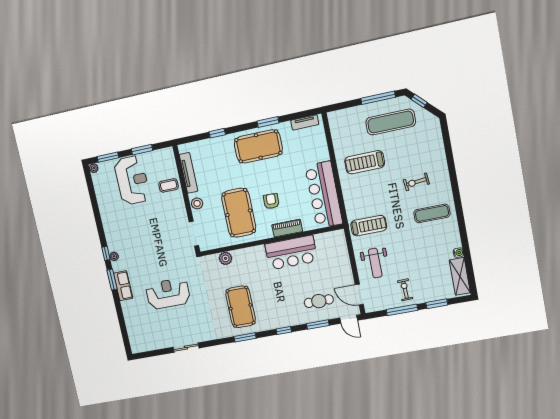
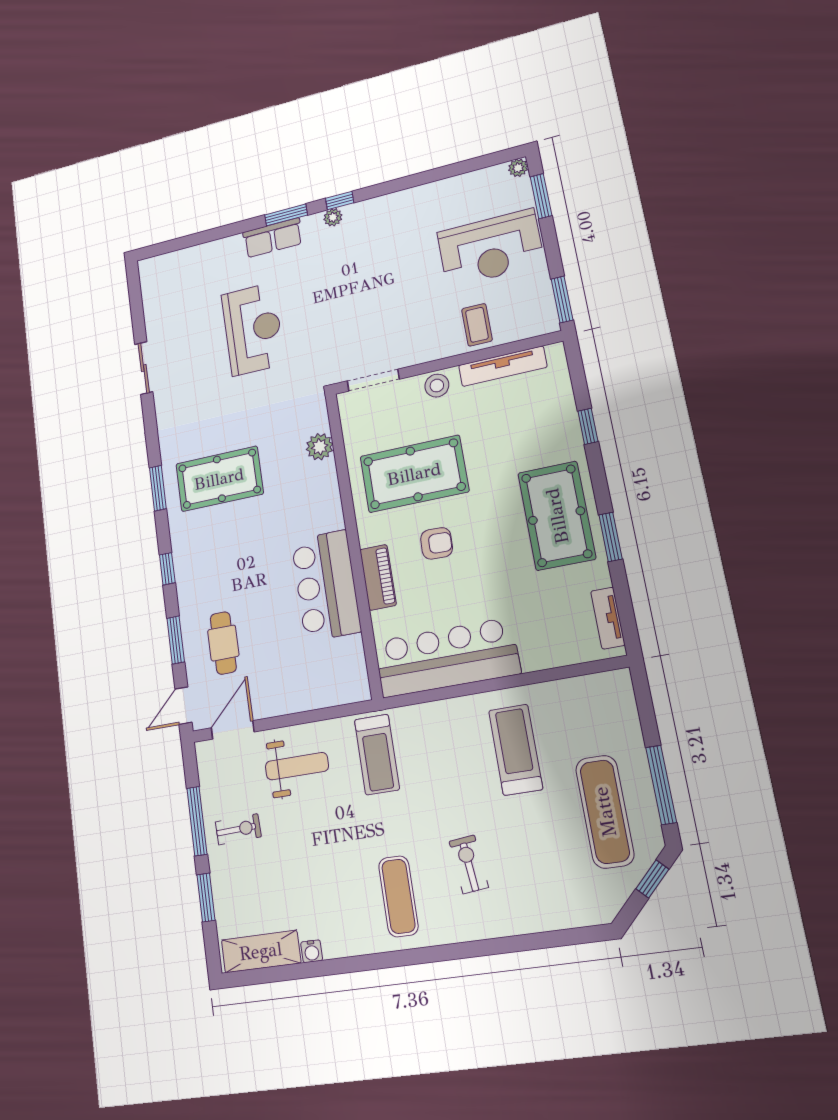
window: (142, 150) -> (562, 299), moved
weight bench: (375, 263) -> (297, 766), turned 180

